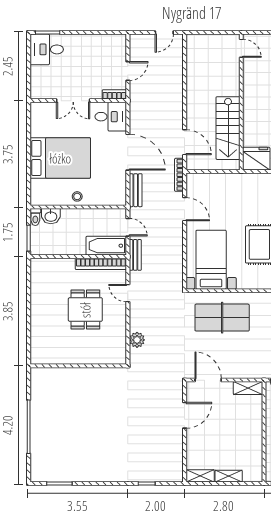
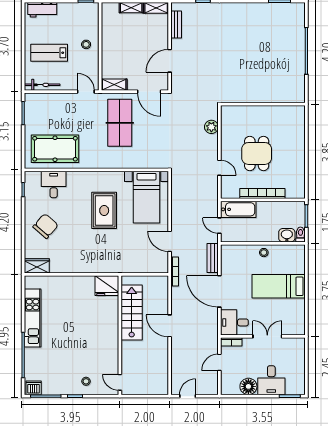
floor lamp: (95, 44) -> (248, 386), added
desk: (47, 49) -> (271, 380), moved, turned 90
door: (185, 142) -> (170, 326), moved
bed: (60, 158) -> (279, 286), width x0.67
bench: (135, 255) -> (176, 25), moved
bookcase: (101, 264) -> (262, 193), moved
table tennis table: (222, 318) -> (120, 123), moved, turned 90

